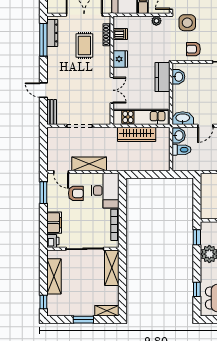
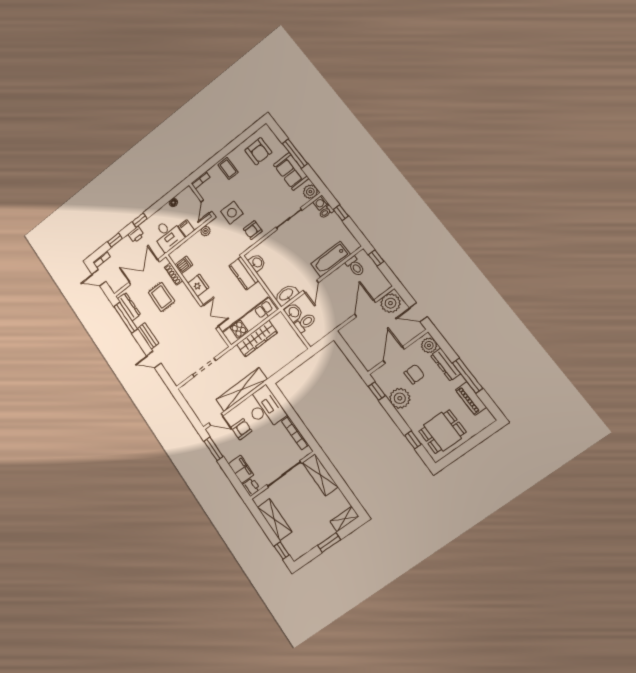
bench: (52, 112) -> (148, 336), moved
shelving: (89, 164) -> (242, 389), width x1.47

